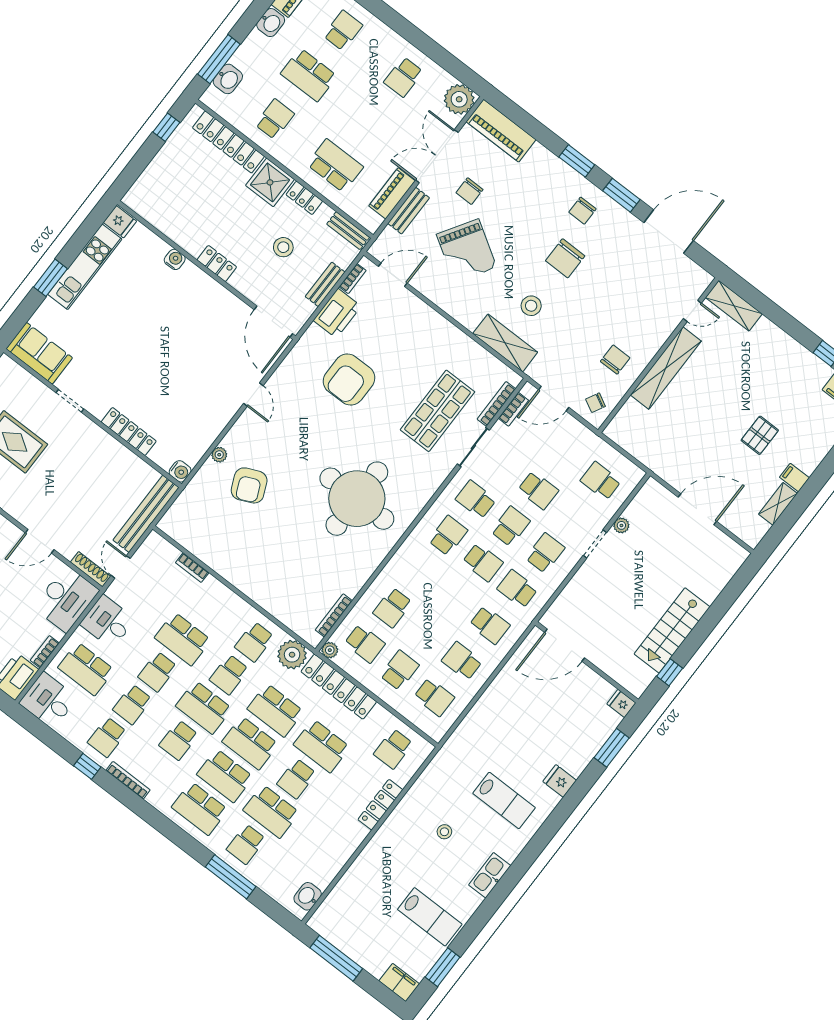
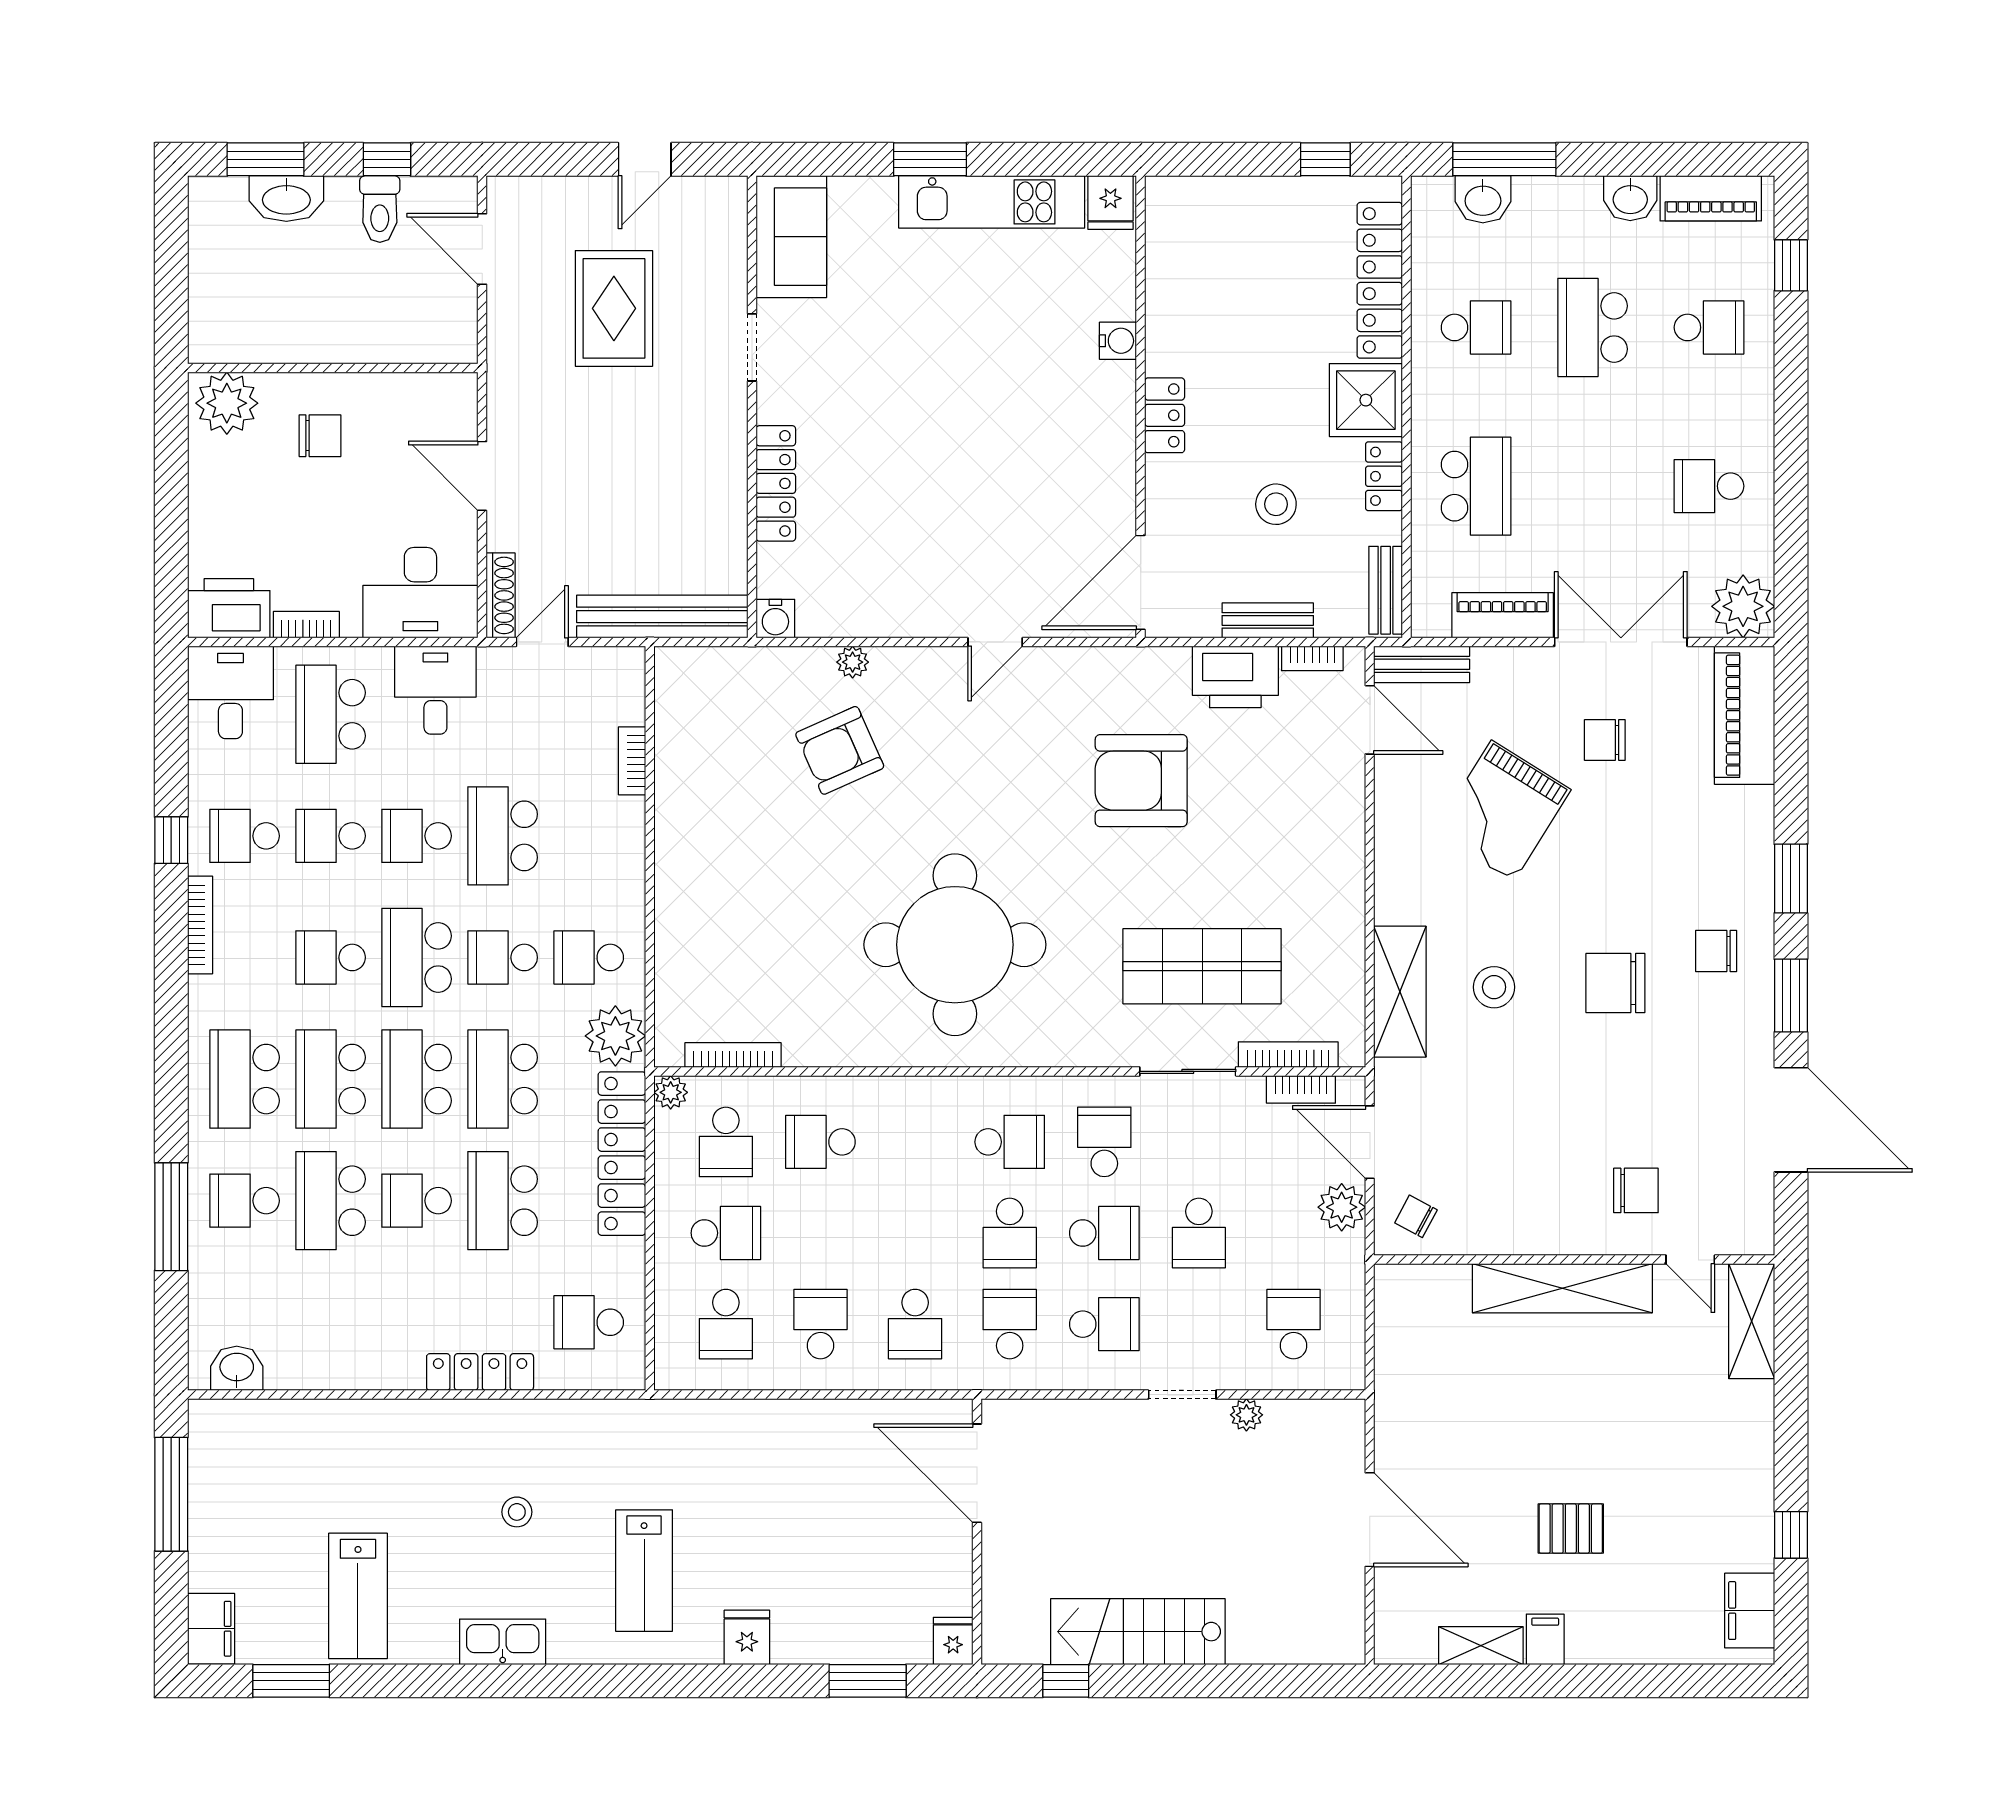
bench: (409, 211) -> (1422, 664), moved
chair: (615, 360) -> (1636, 1190), moved
plant: (570, 428) -> (1342, 1207), added

